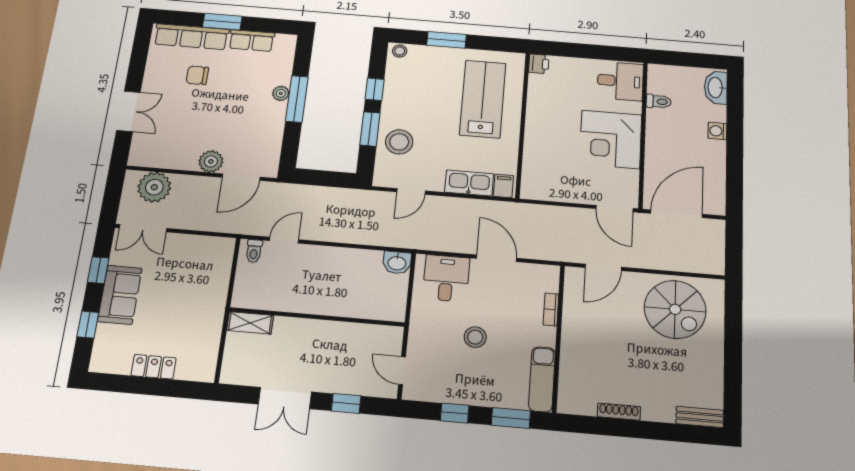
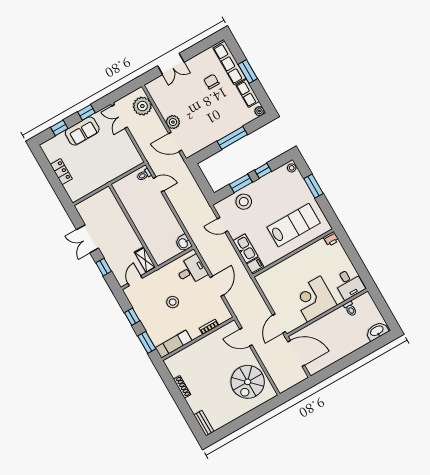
plant: (281, 93) -> (260, 111), moved
washing machine: (717, 131) -> (353, 346), removed
shelving: (250, 323) -> (145, 260), moved

